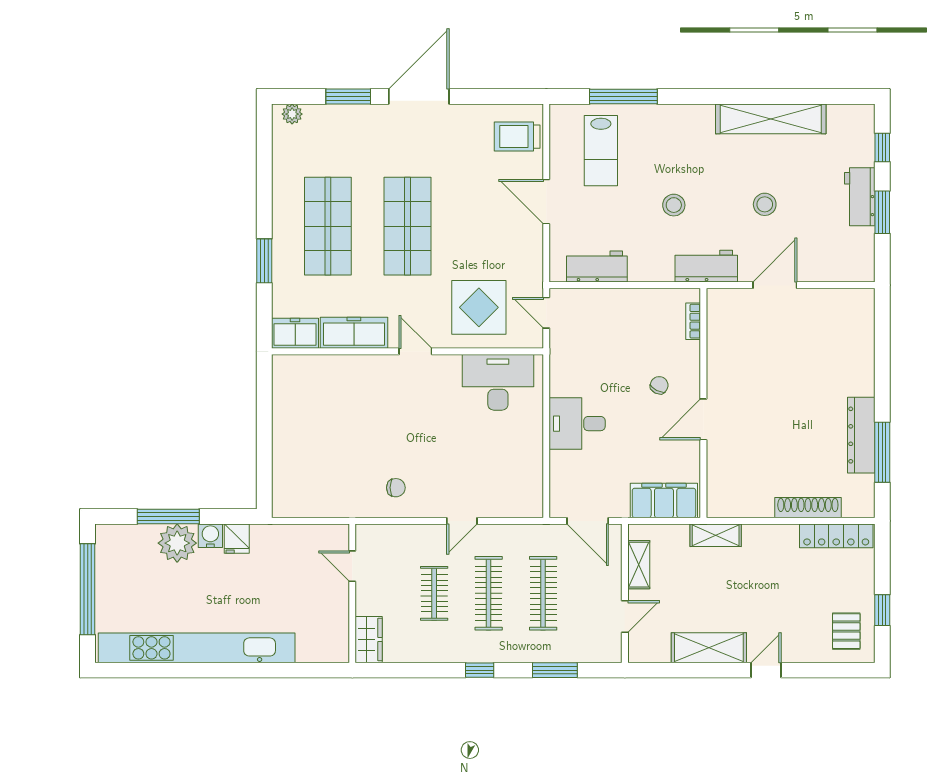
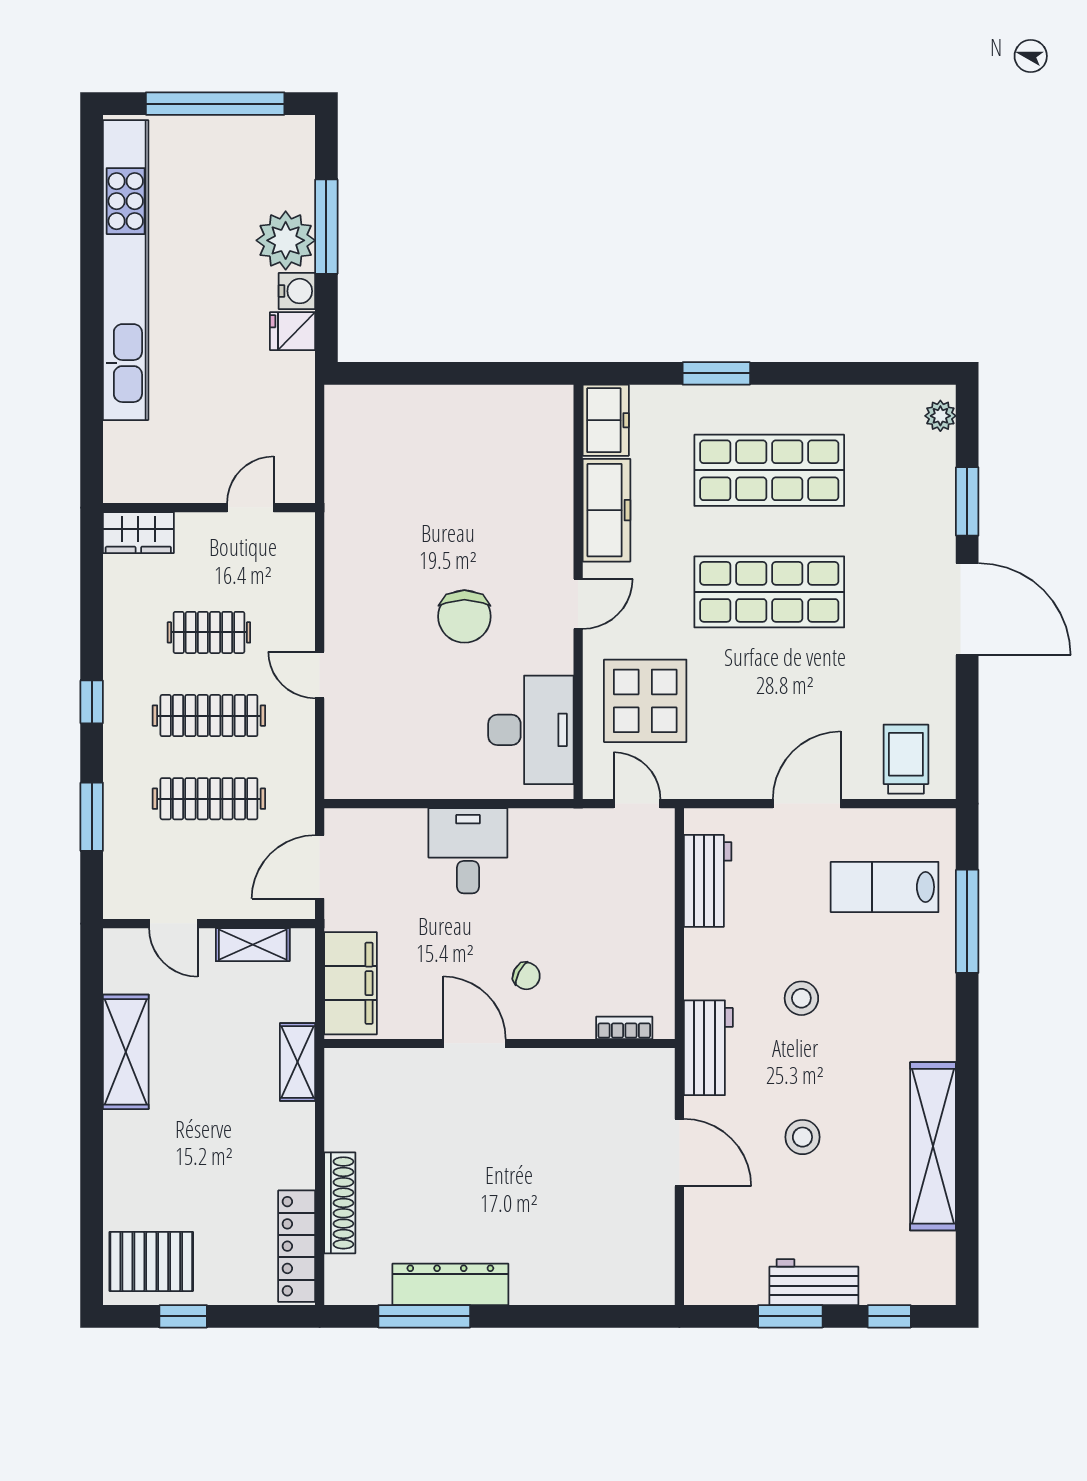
door: (546, 313) -> (637, 804), hinge flipped
chair: (396, 488) -> (464, 616), moved, width x1.87, depth x1.87
pallet: (846, 631) -> (151, 1261), width x1.50, depth x1.42
door: (766, 670) -> (92, 1139), removed

